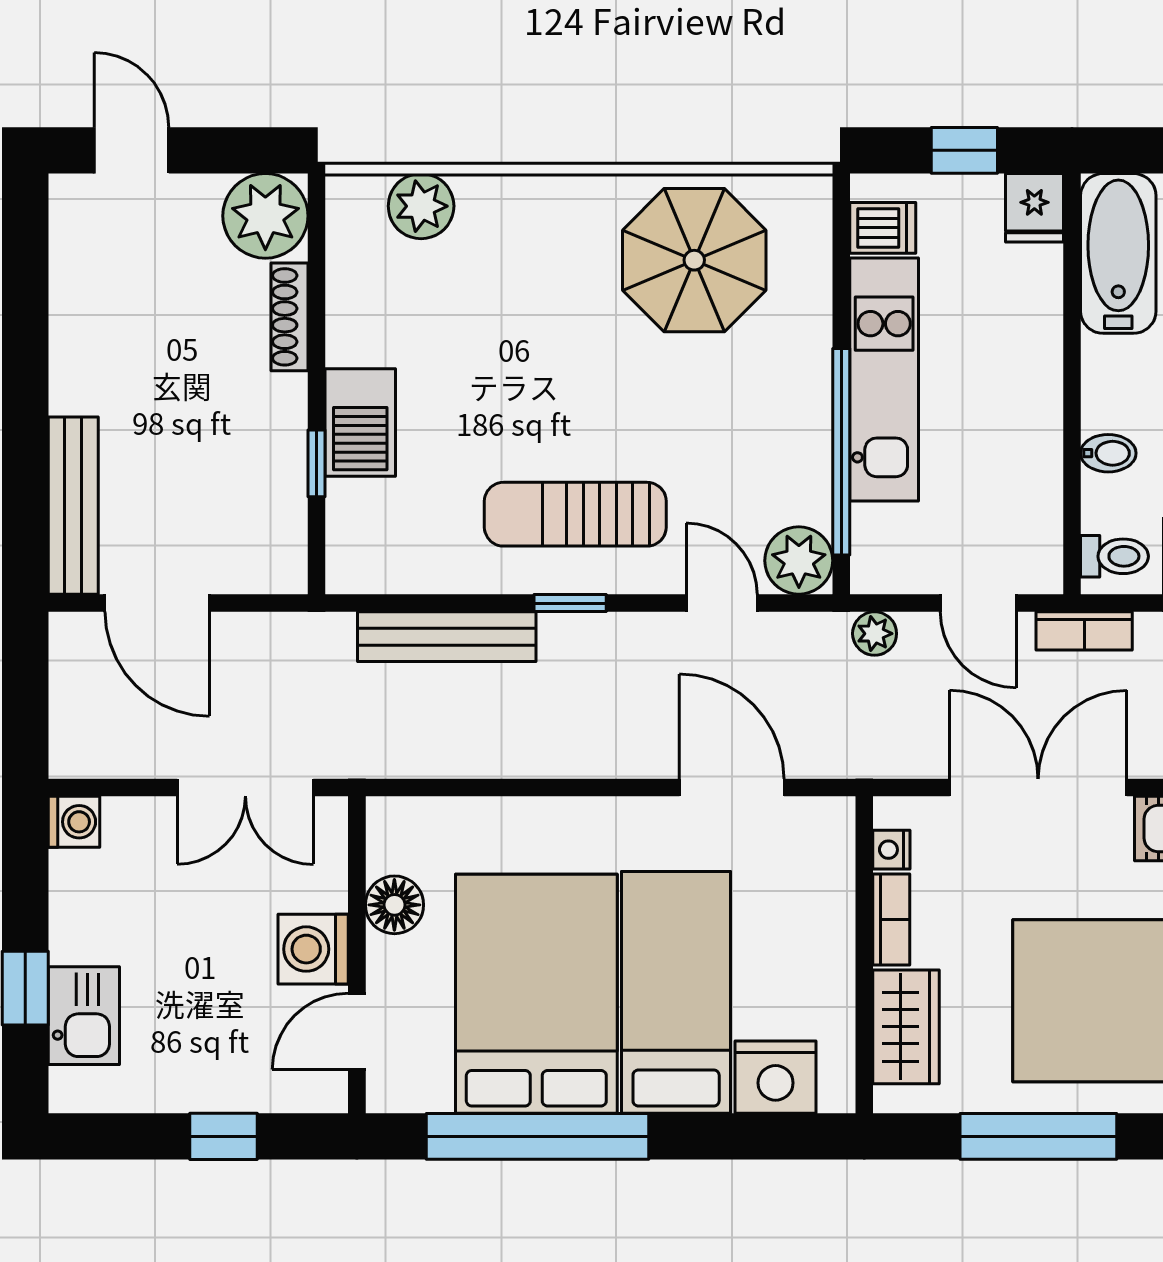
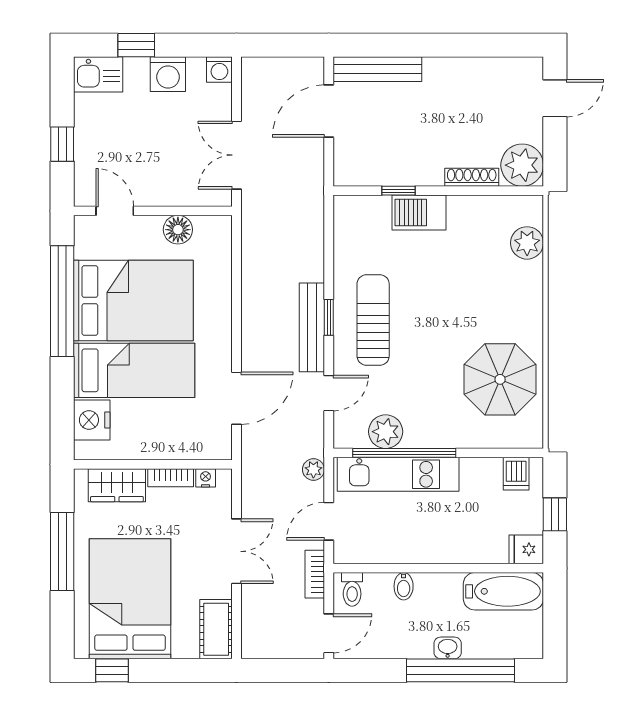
kitchen unit: (884, 380) -> (398, 474), moved
plant: (799, 561) -> (386, 432), moved
bench: (447, 637) -> (312, 327), moved
double door: (1038, 788) -> (237, 551), width x0.73
washing machine: (313, 949) -> (168, 74), moved, turned 180
kitchen sink: (84, 1016) -> (98, 74), moved

